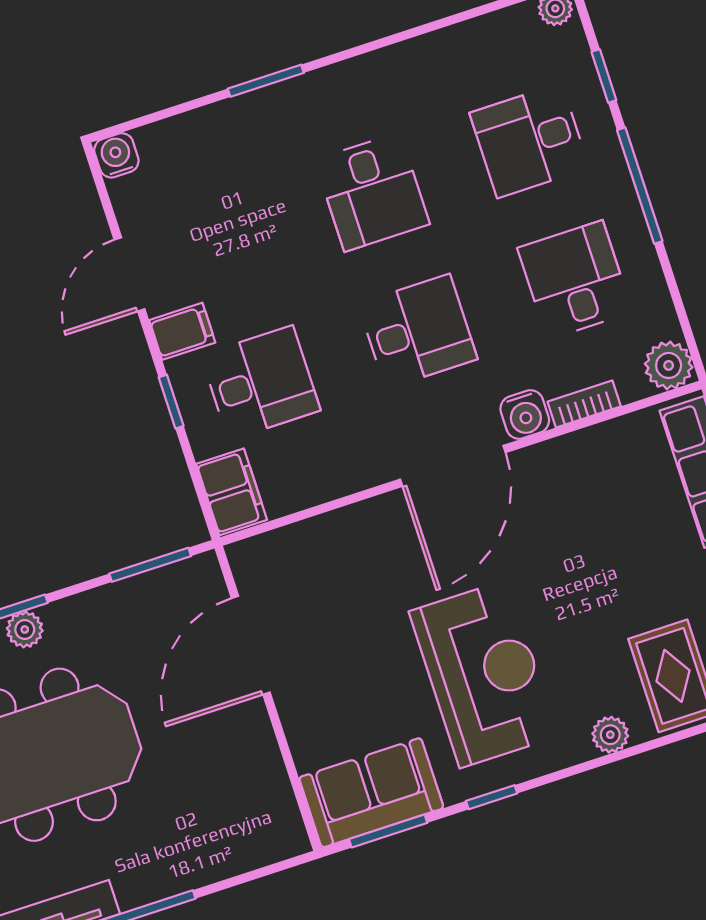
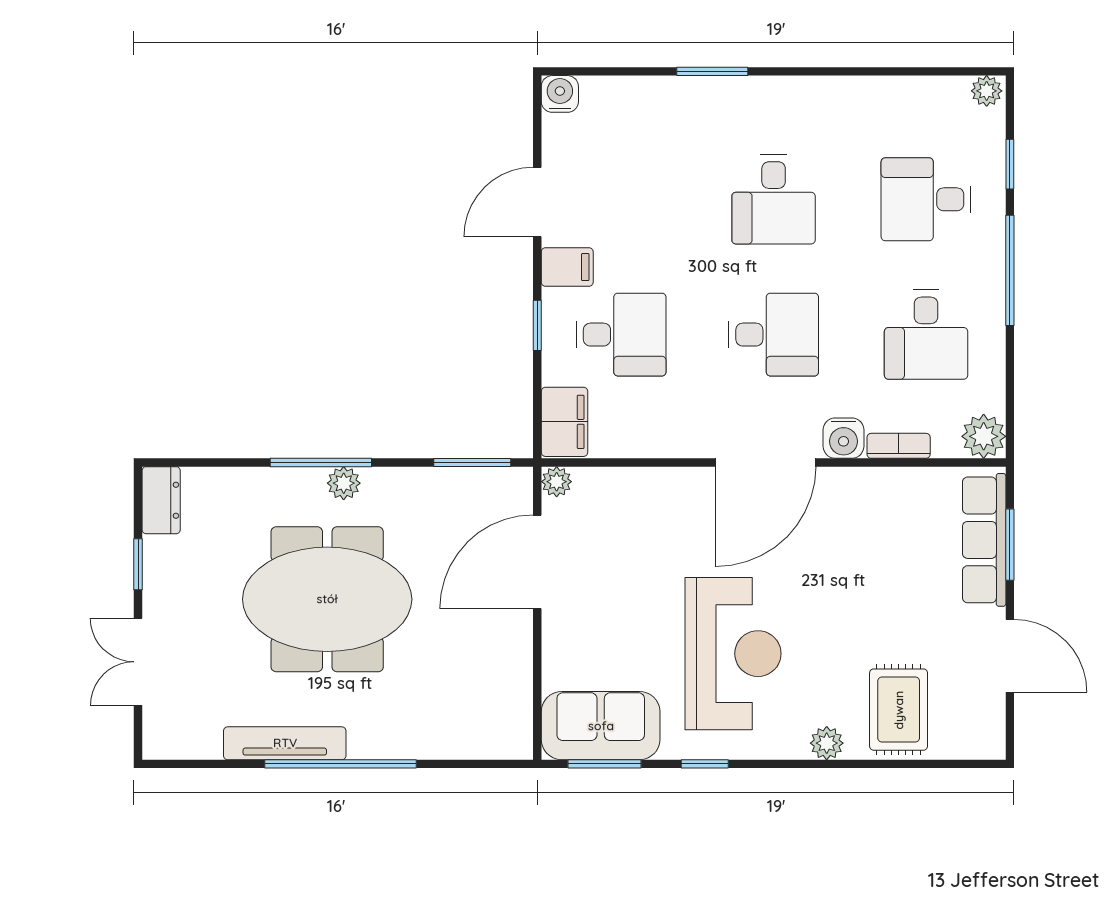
desk: (575, 280) -> (926, 335), turned 180
plant: (244, 556) -> (557, 482), added

